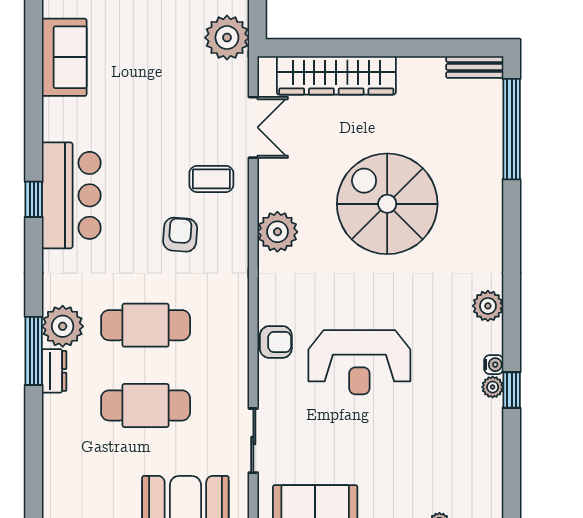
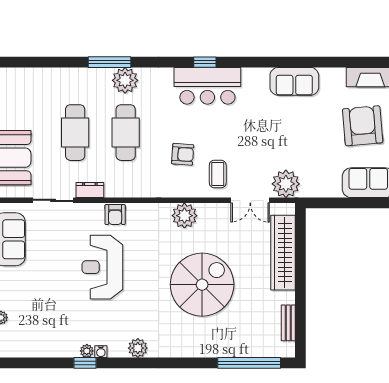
plant: (227, 38) -> (286, 184), moved
bench: (475, 67) -> (288, 323), moved
dresser: (54, 371) -> (90, 190), moved, turned 180

